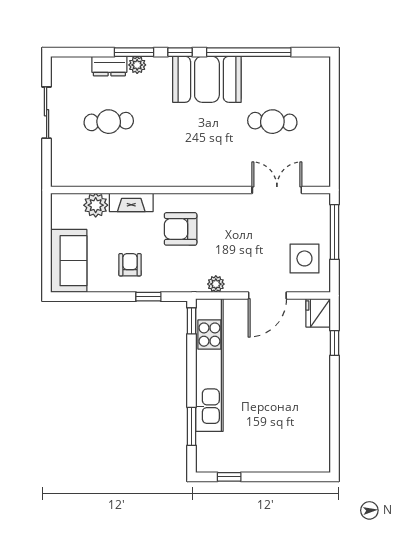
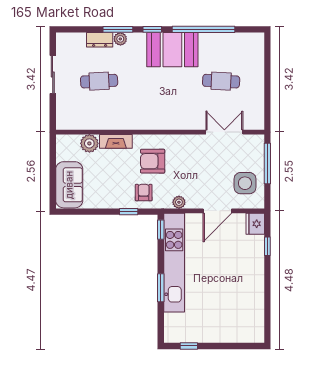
armchair: (130, 265) -> (144, 193), moved
window: (192, 426) -> (161, 288), moved

